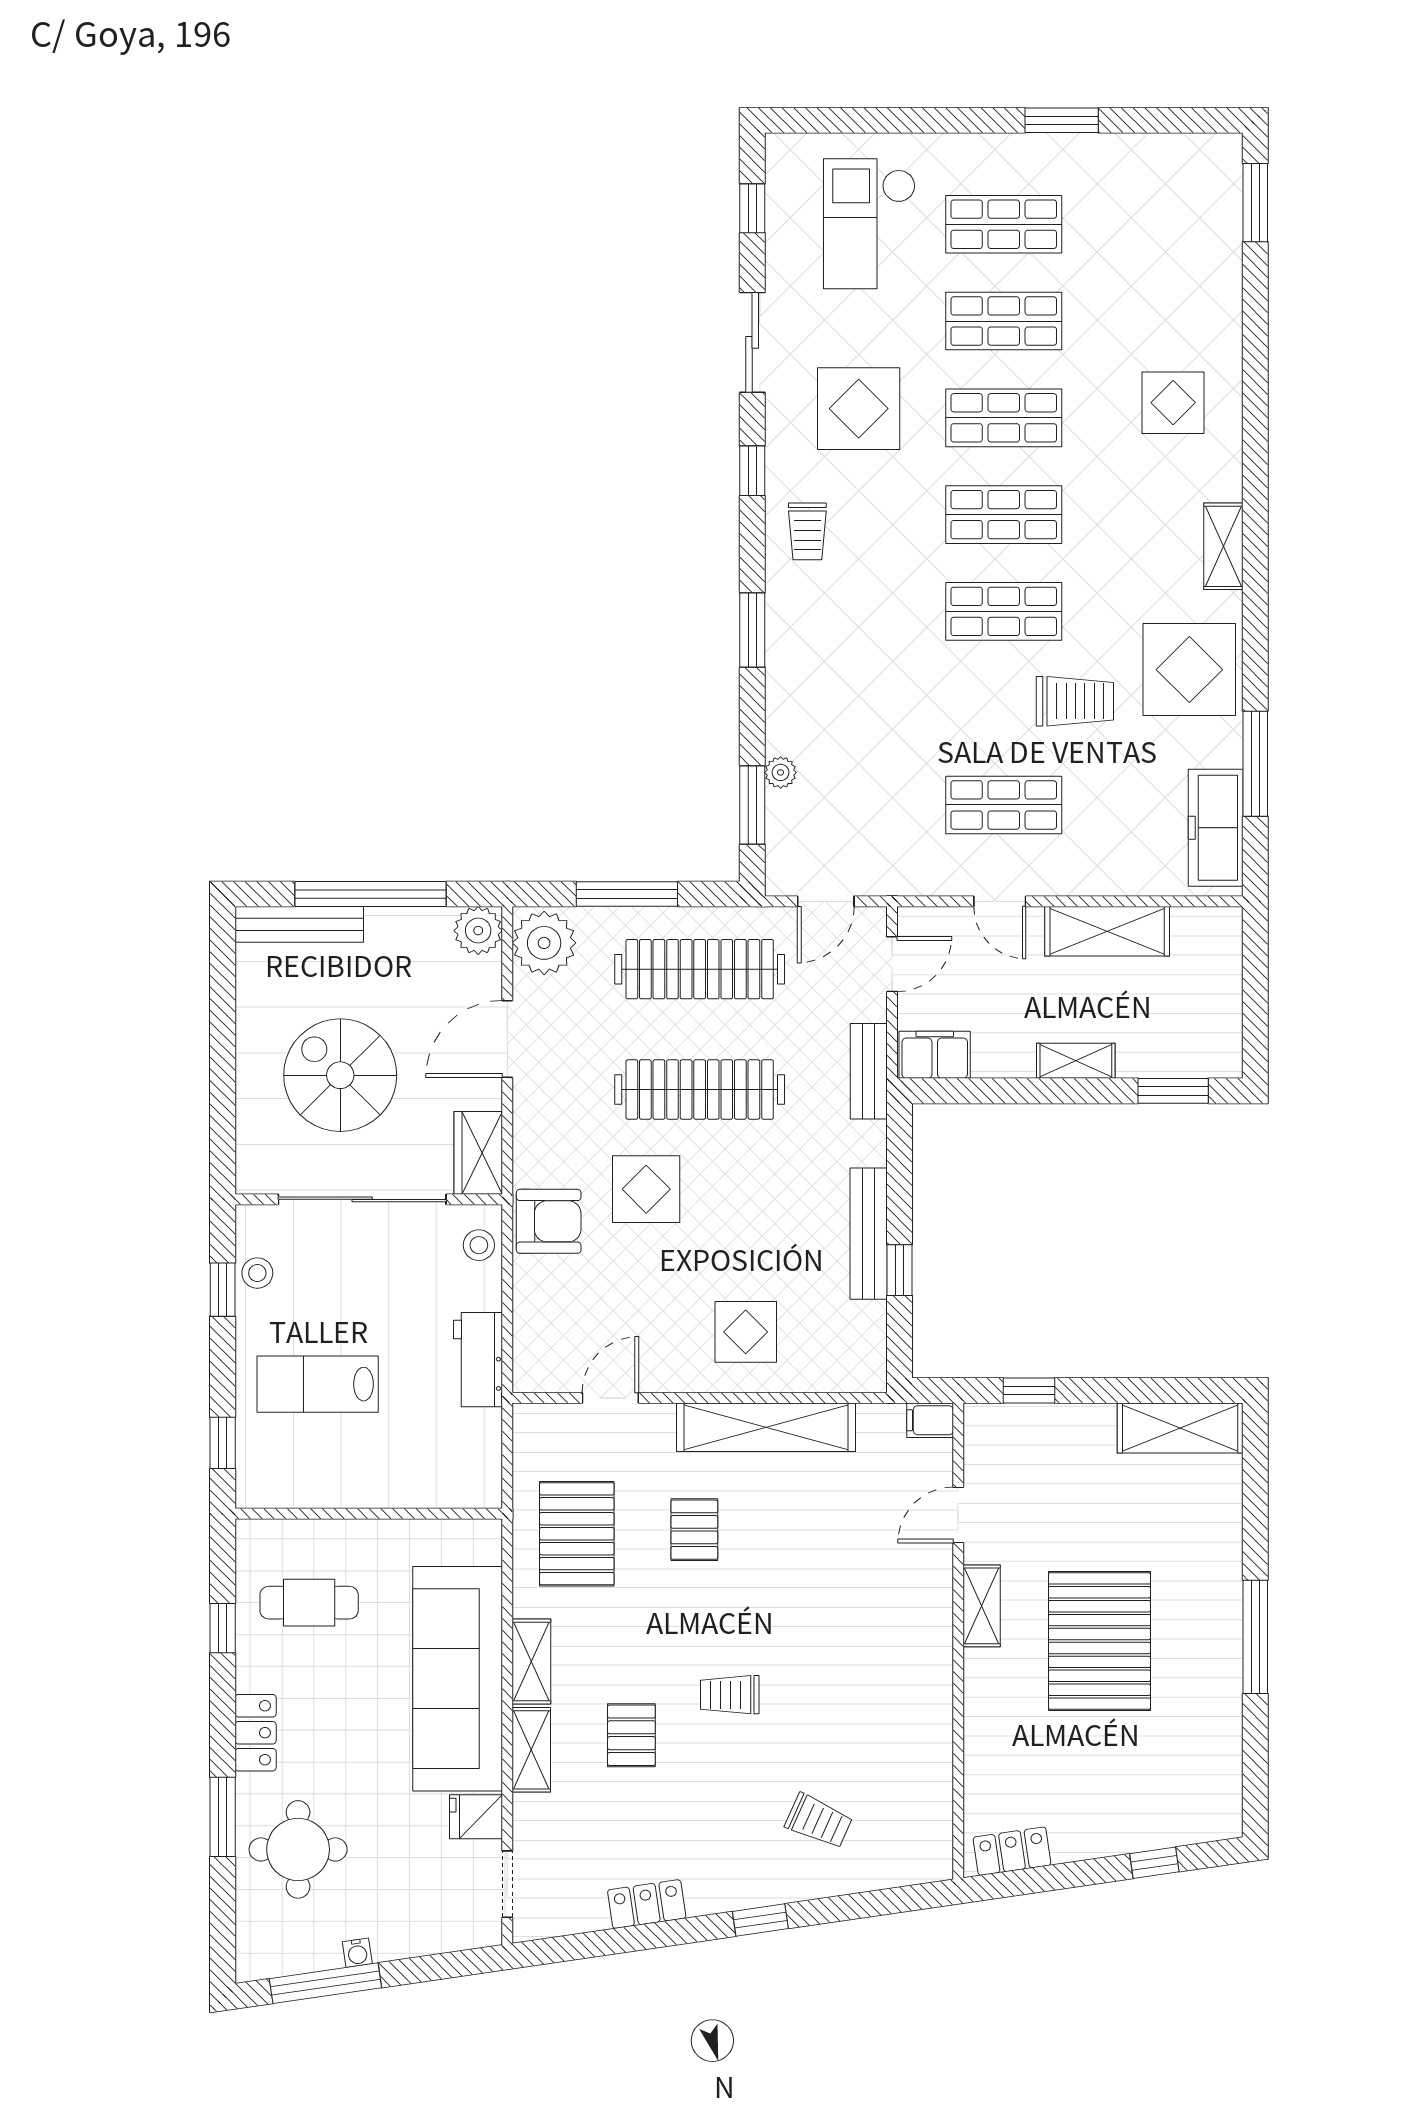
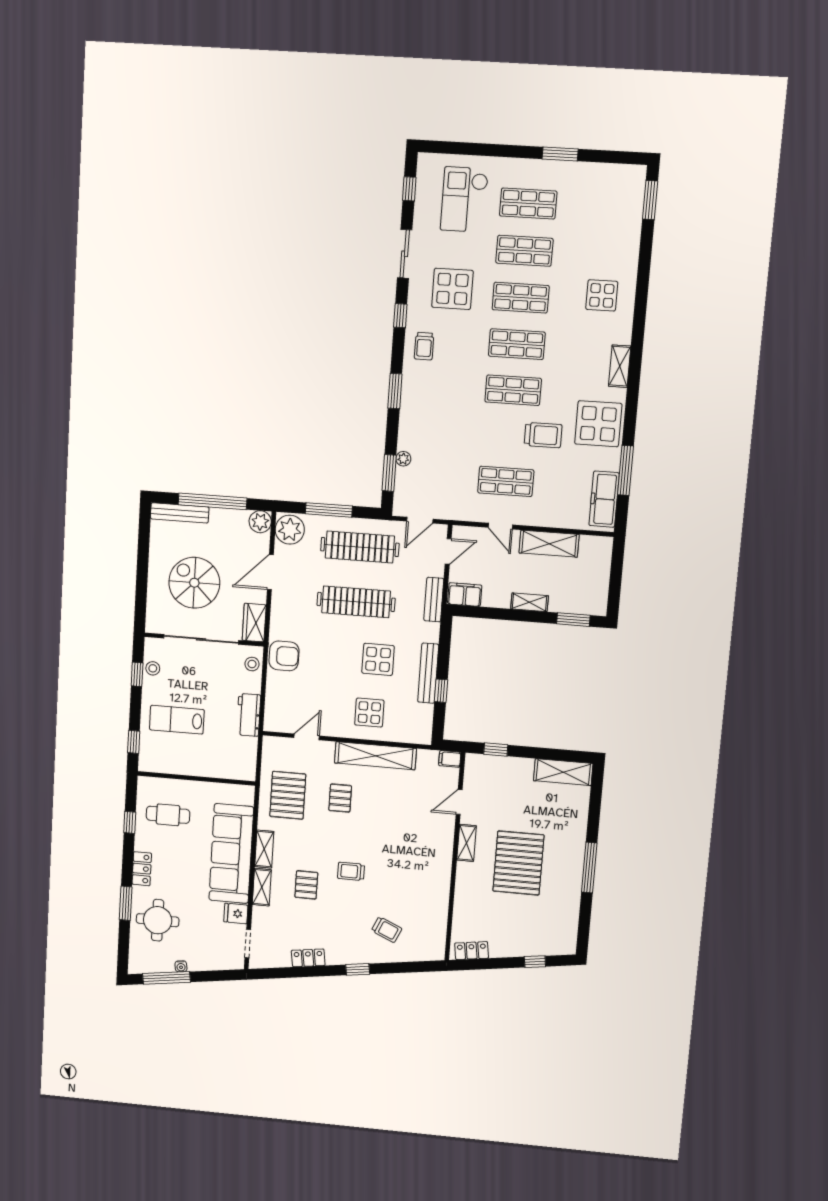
display table: (646, 1189) -> (378, 659), moved

